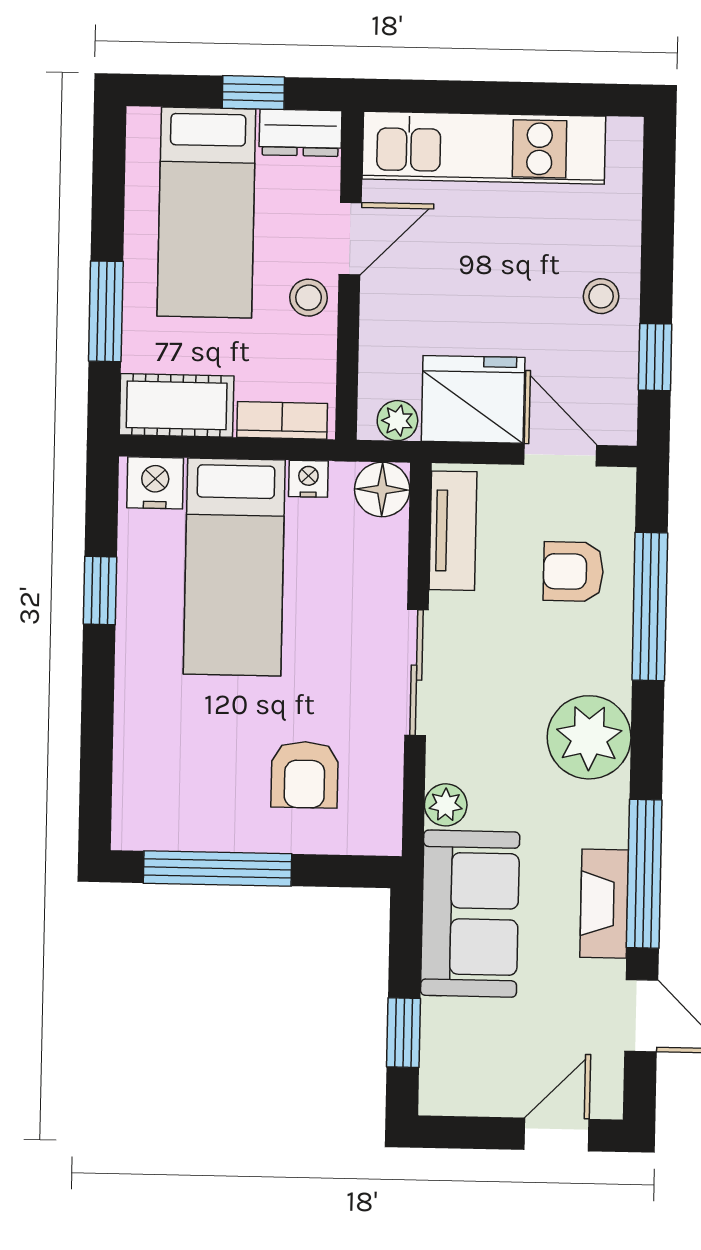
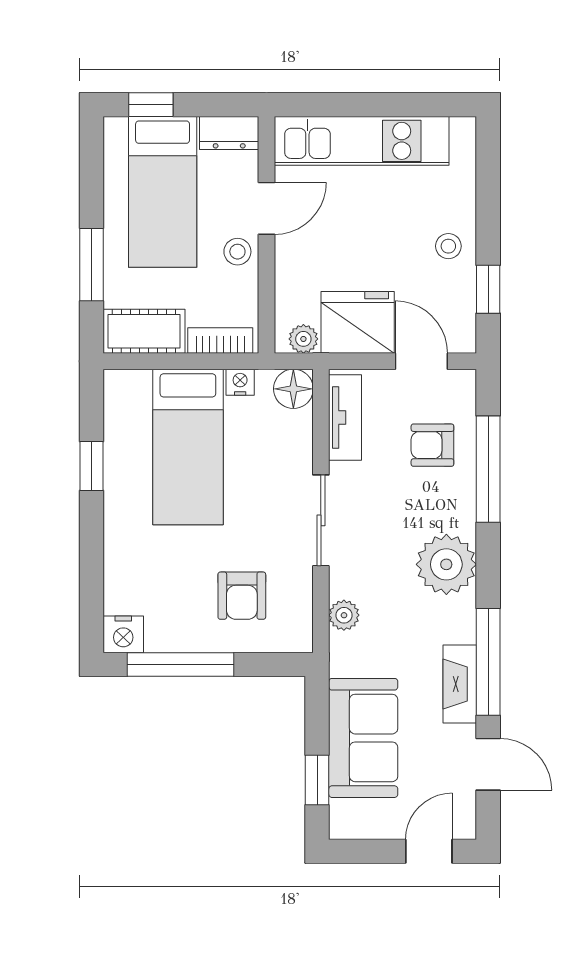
window: (253, 93) -> (151, 105), moved
nightstand: (155, 483) -> (123, 634), moved, turned 180
sofa: (470, 914) -> (363, 738), moved

